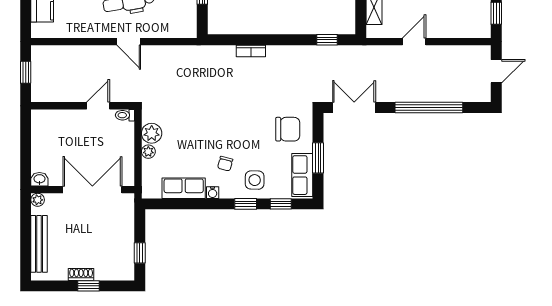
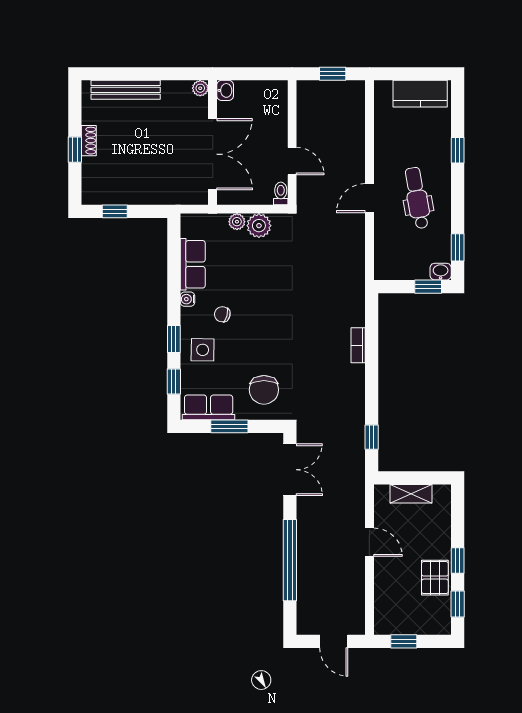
washbasin: (39, 179) -> (225, 90), moved
wall: (83, 190) -> (213, 143), moved
double door: (92, 190) -> (213, 154), moved
plant: (38, 200) -> (200, 88), moved

